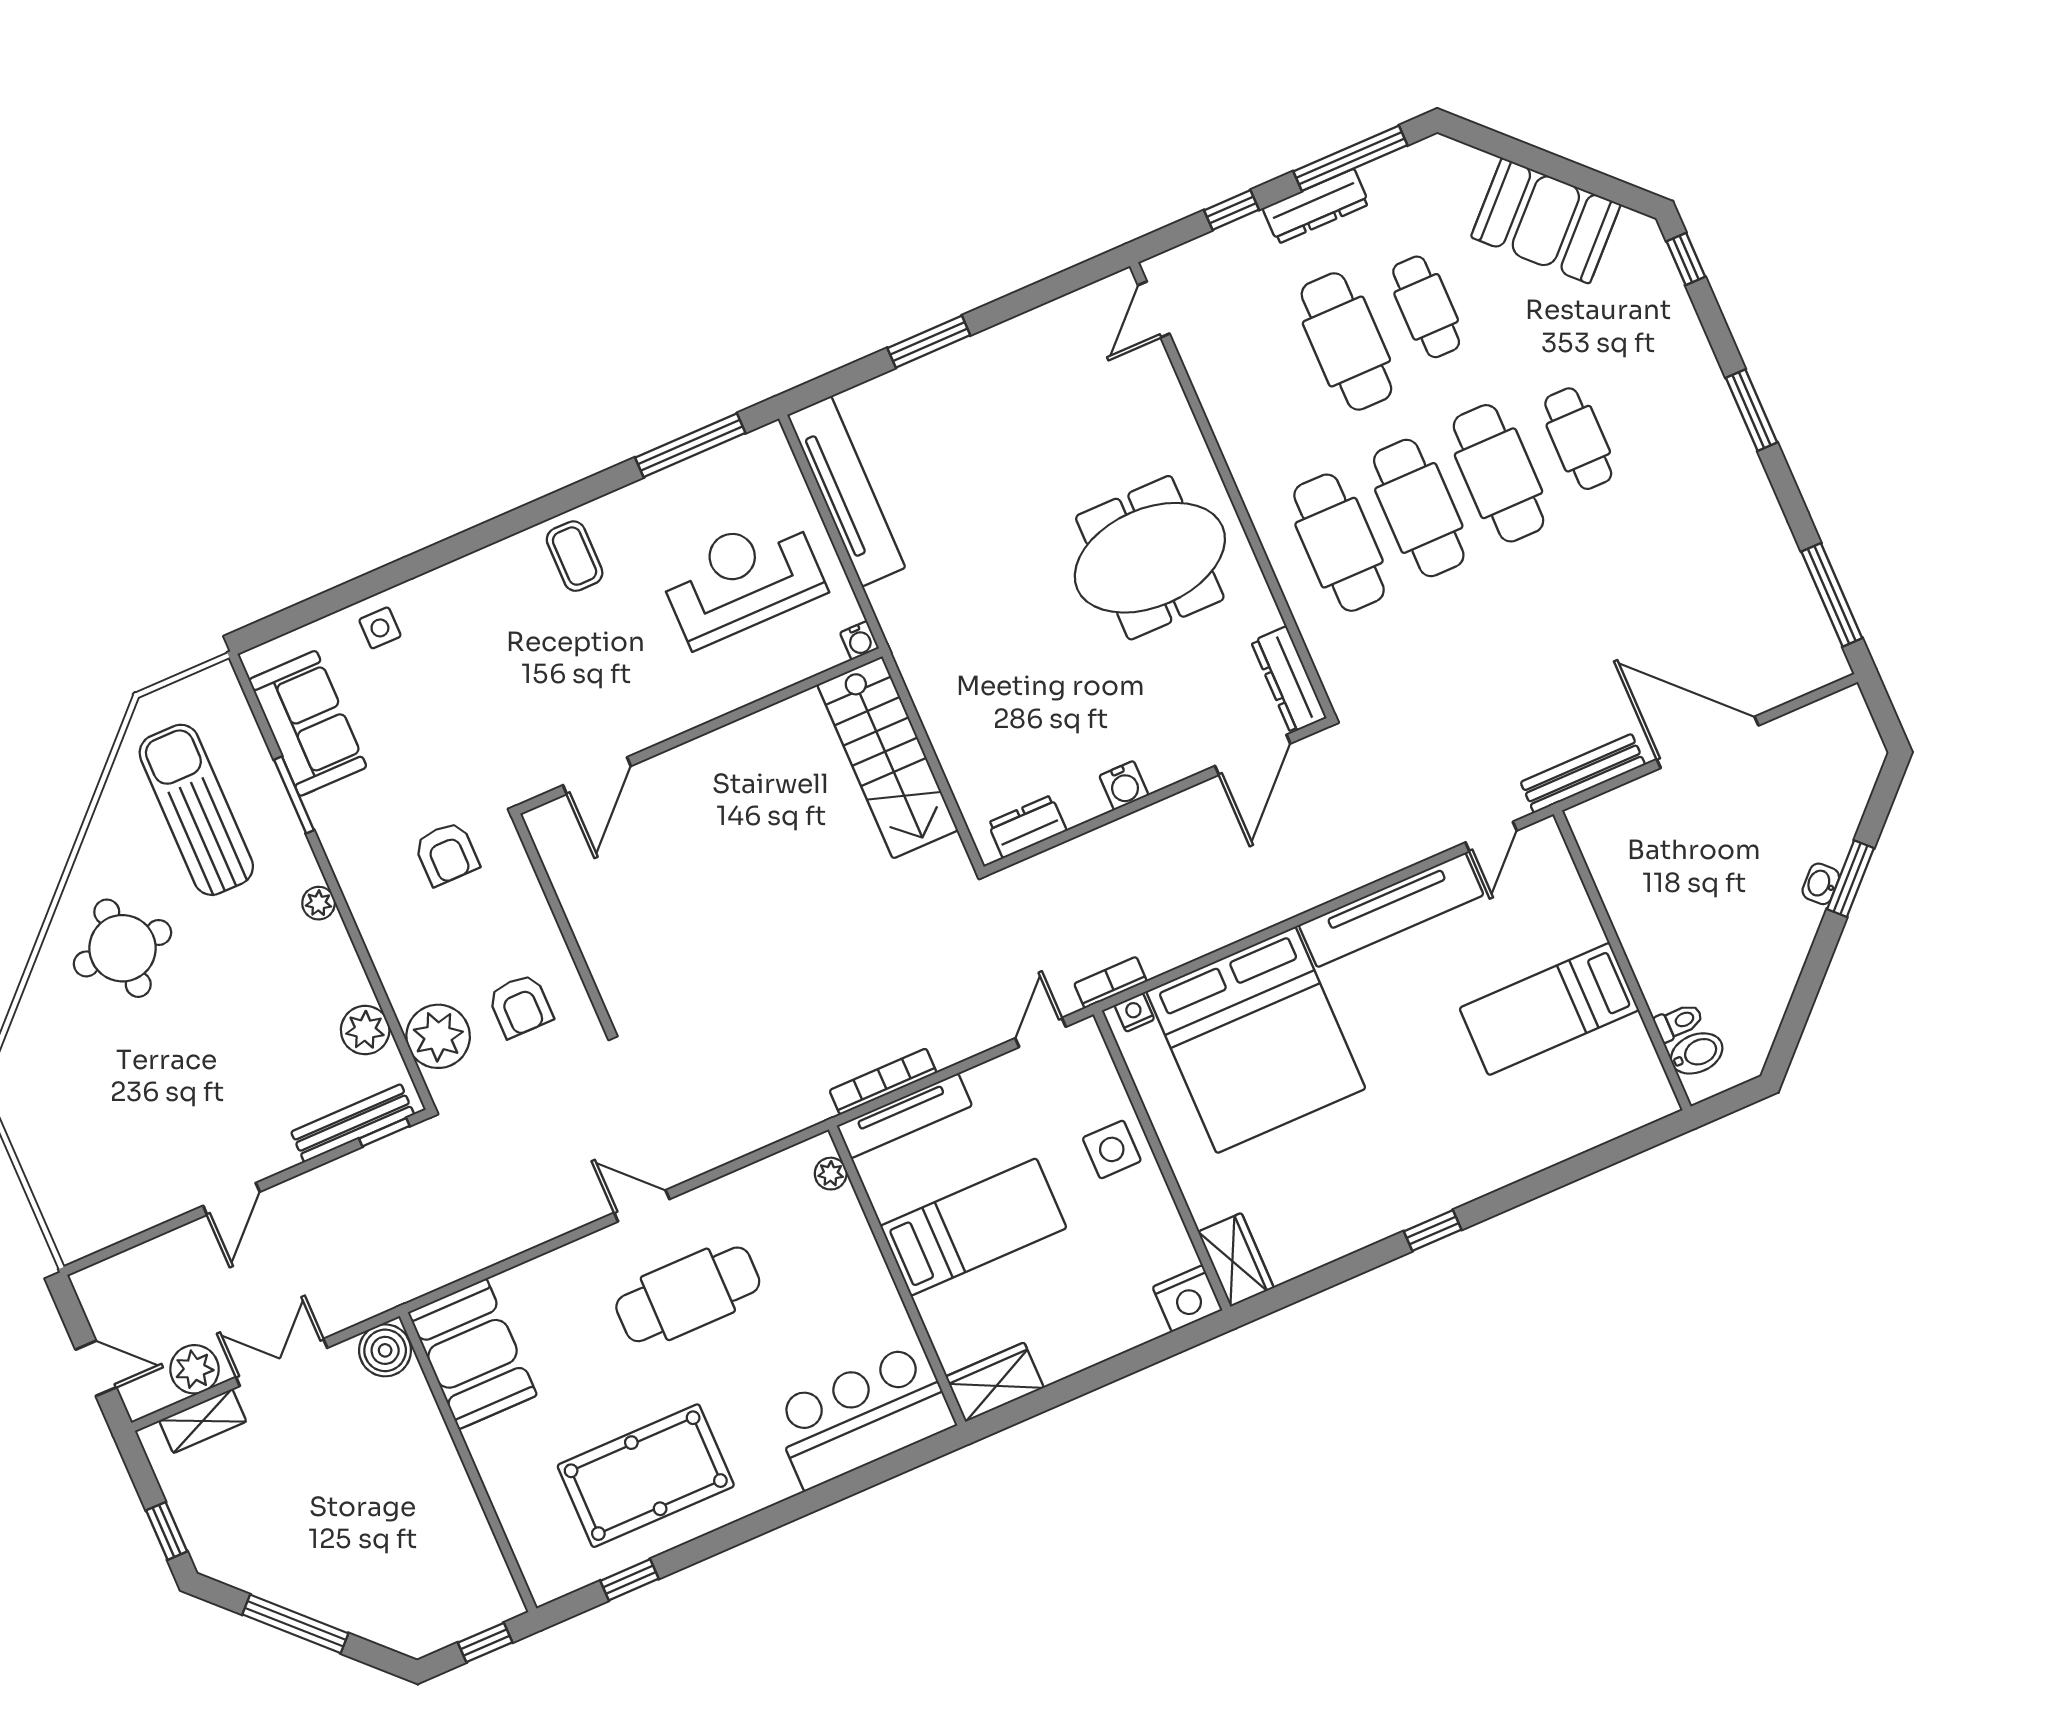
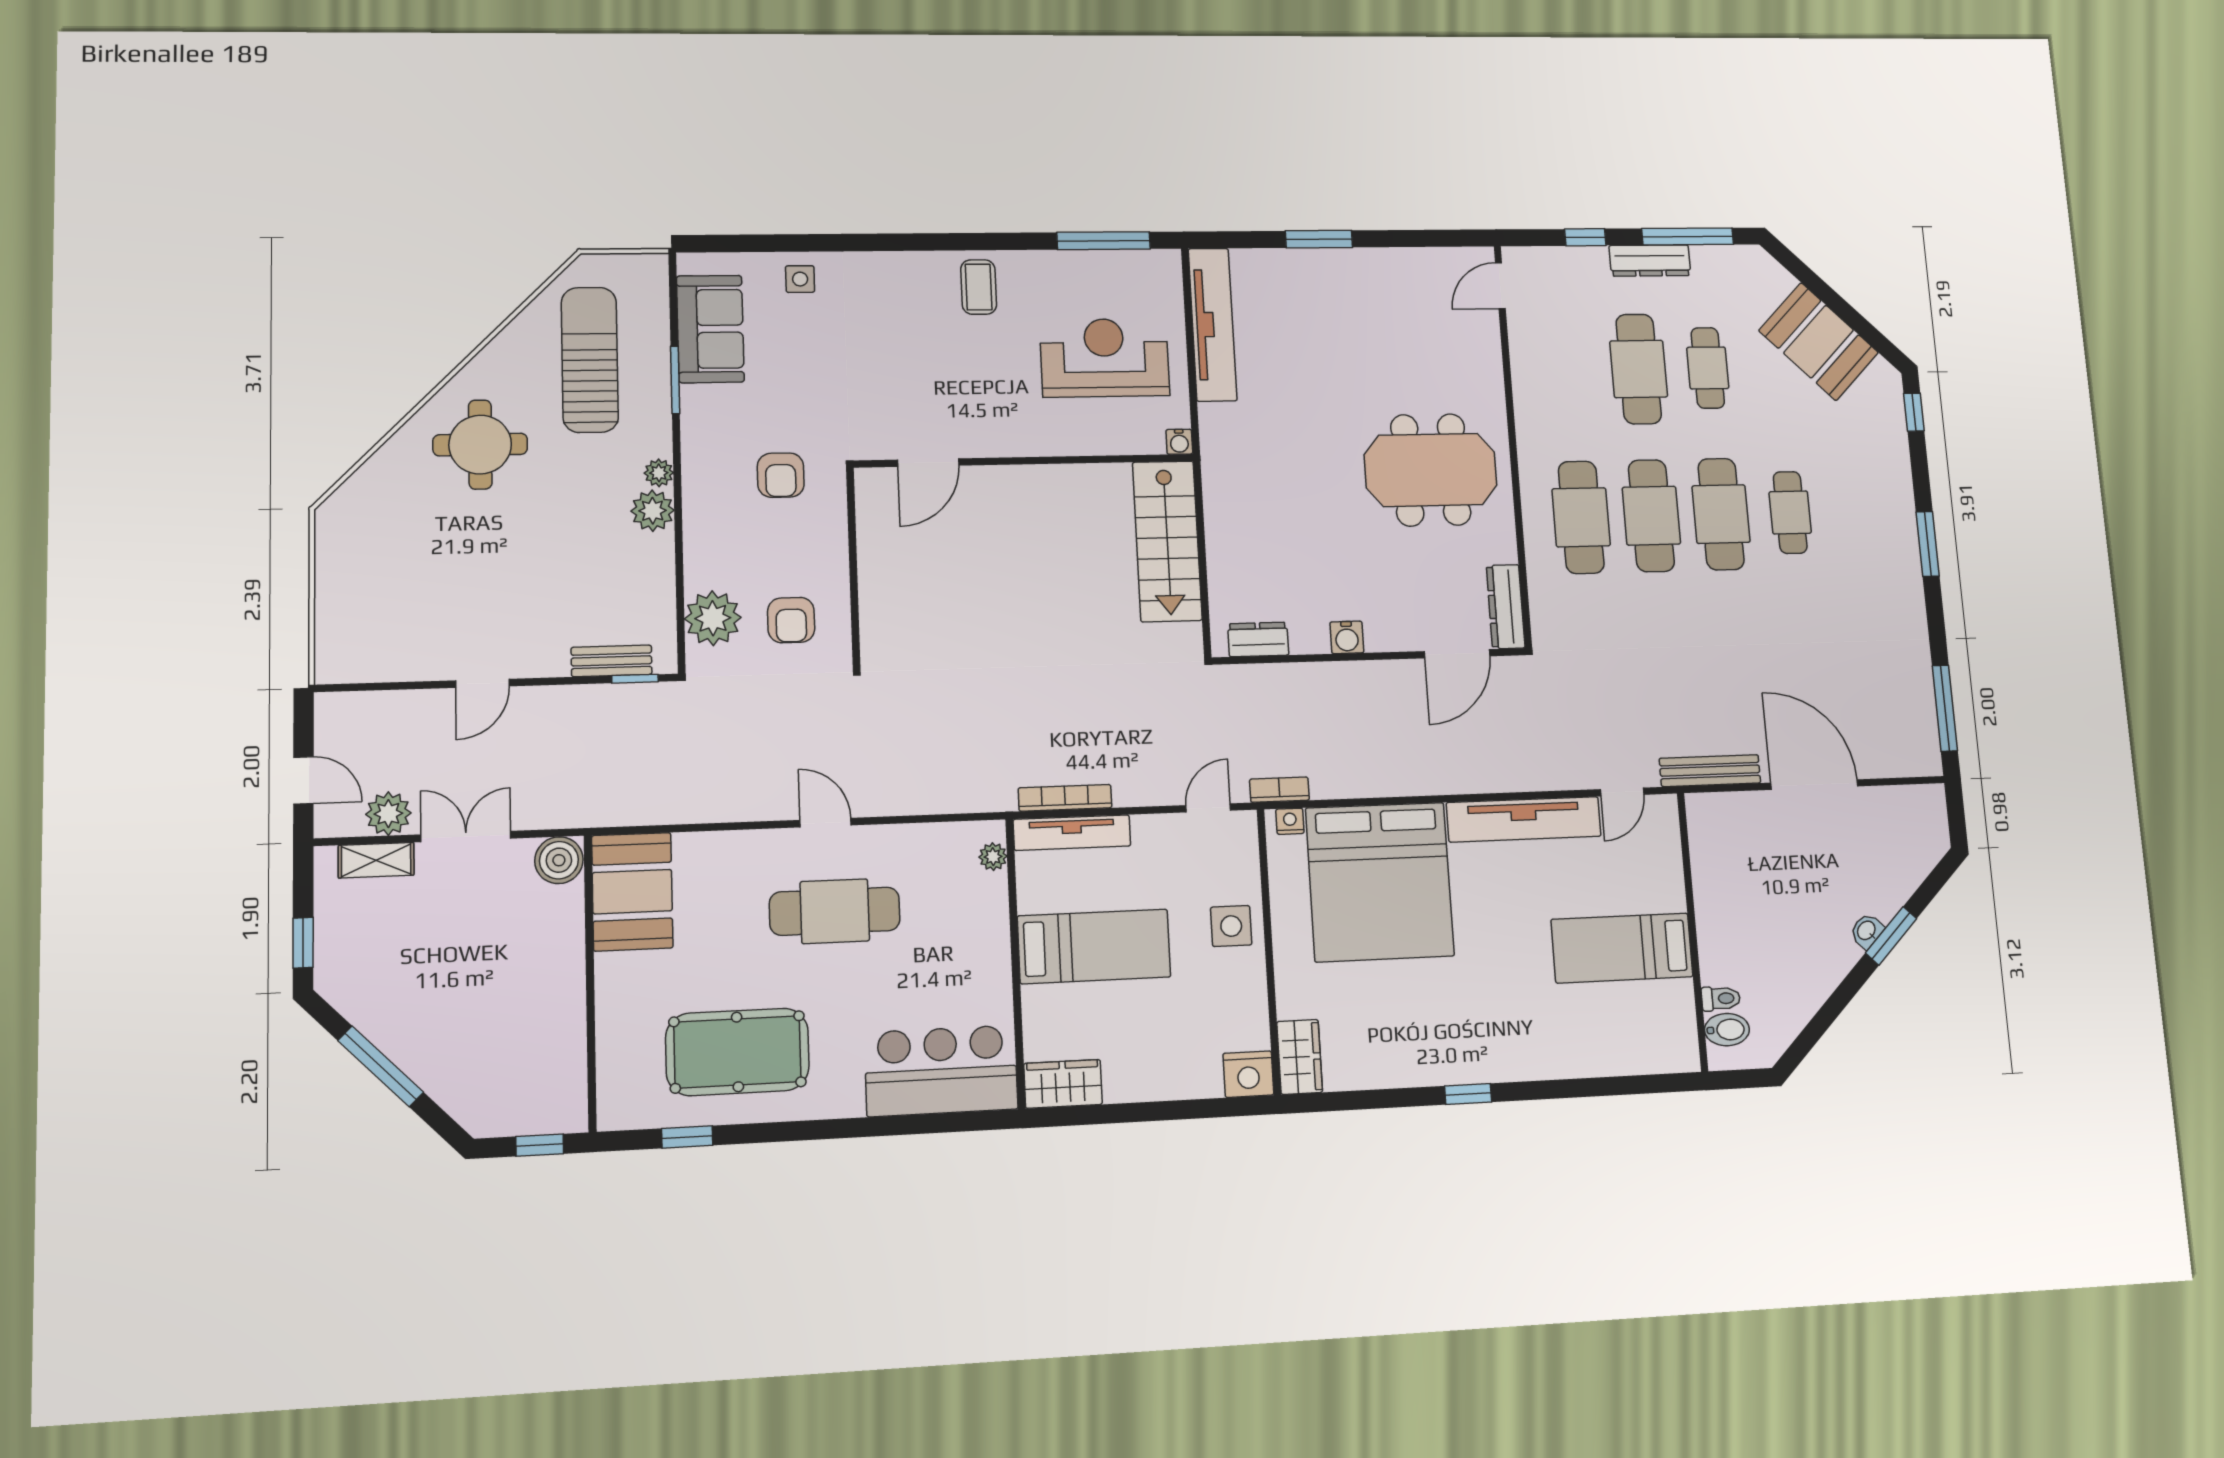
plant: (365, 1030) -> (653, 511), moved
bench: (353, 1123) -> (612, 661), width x0.73

